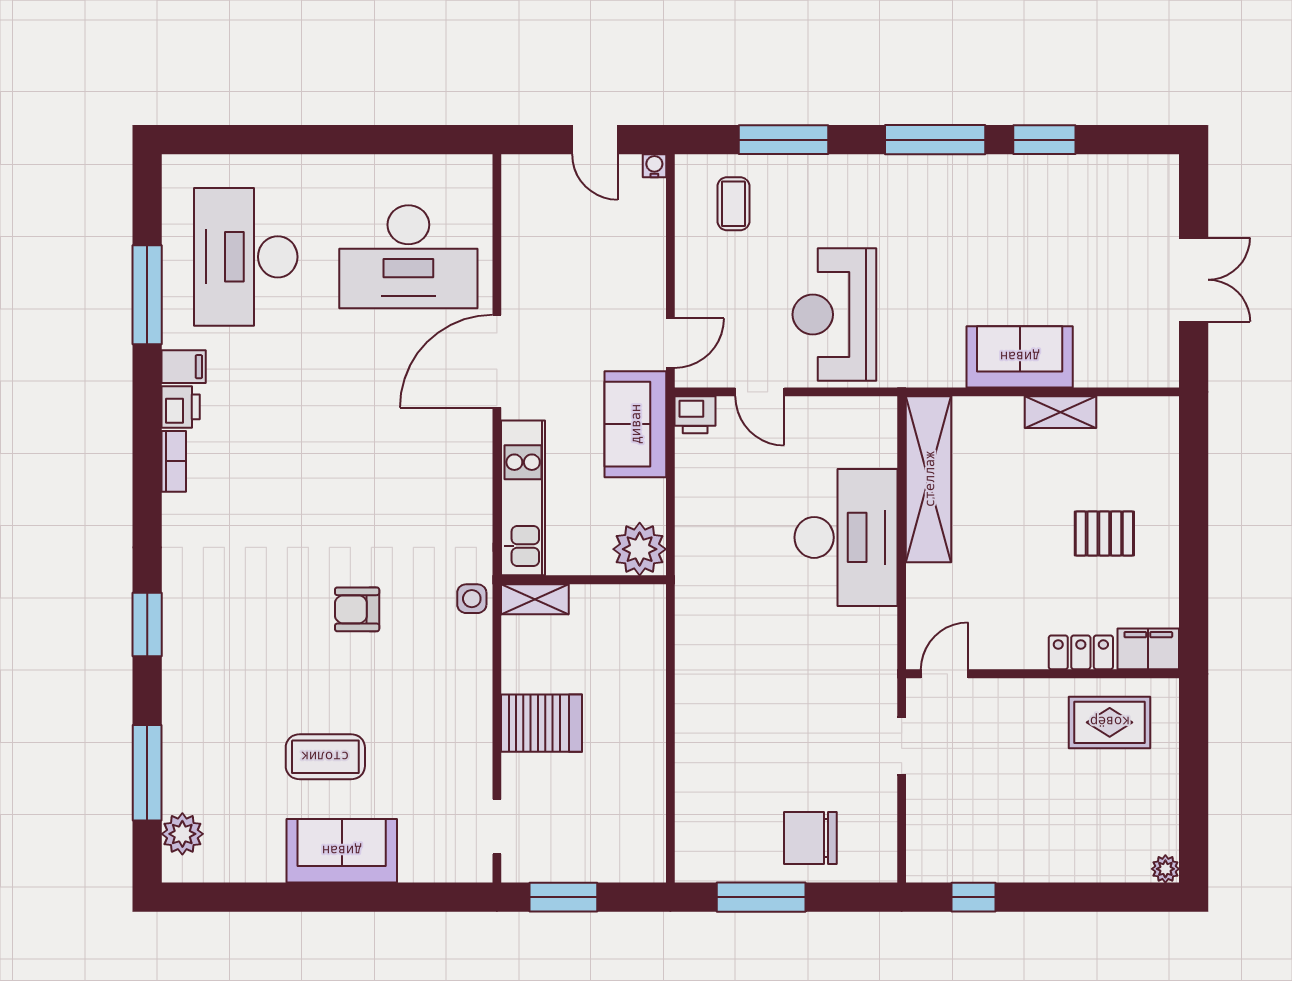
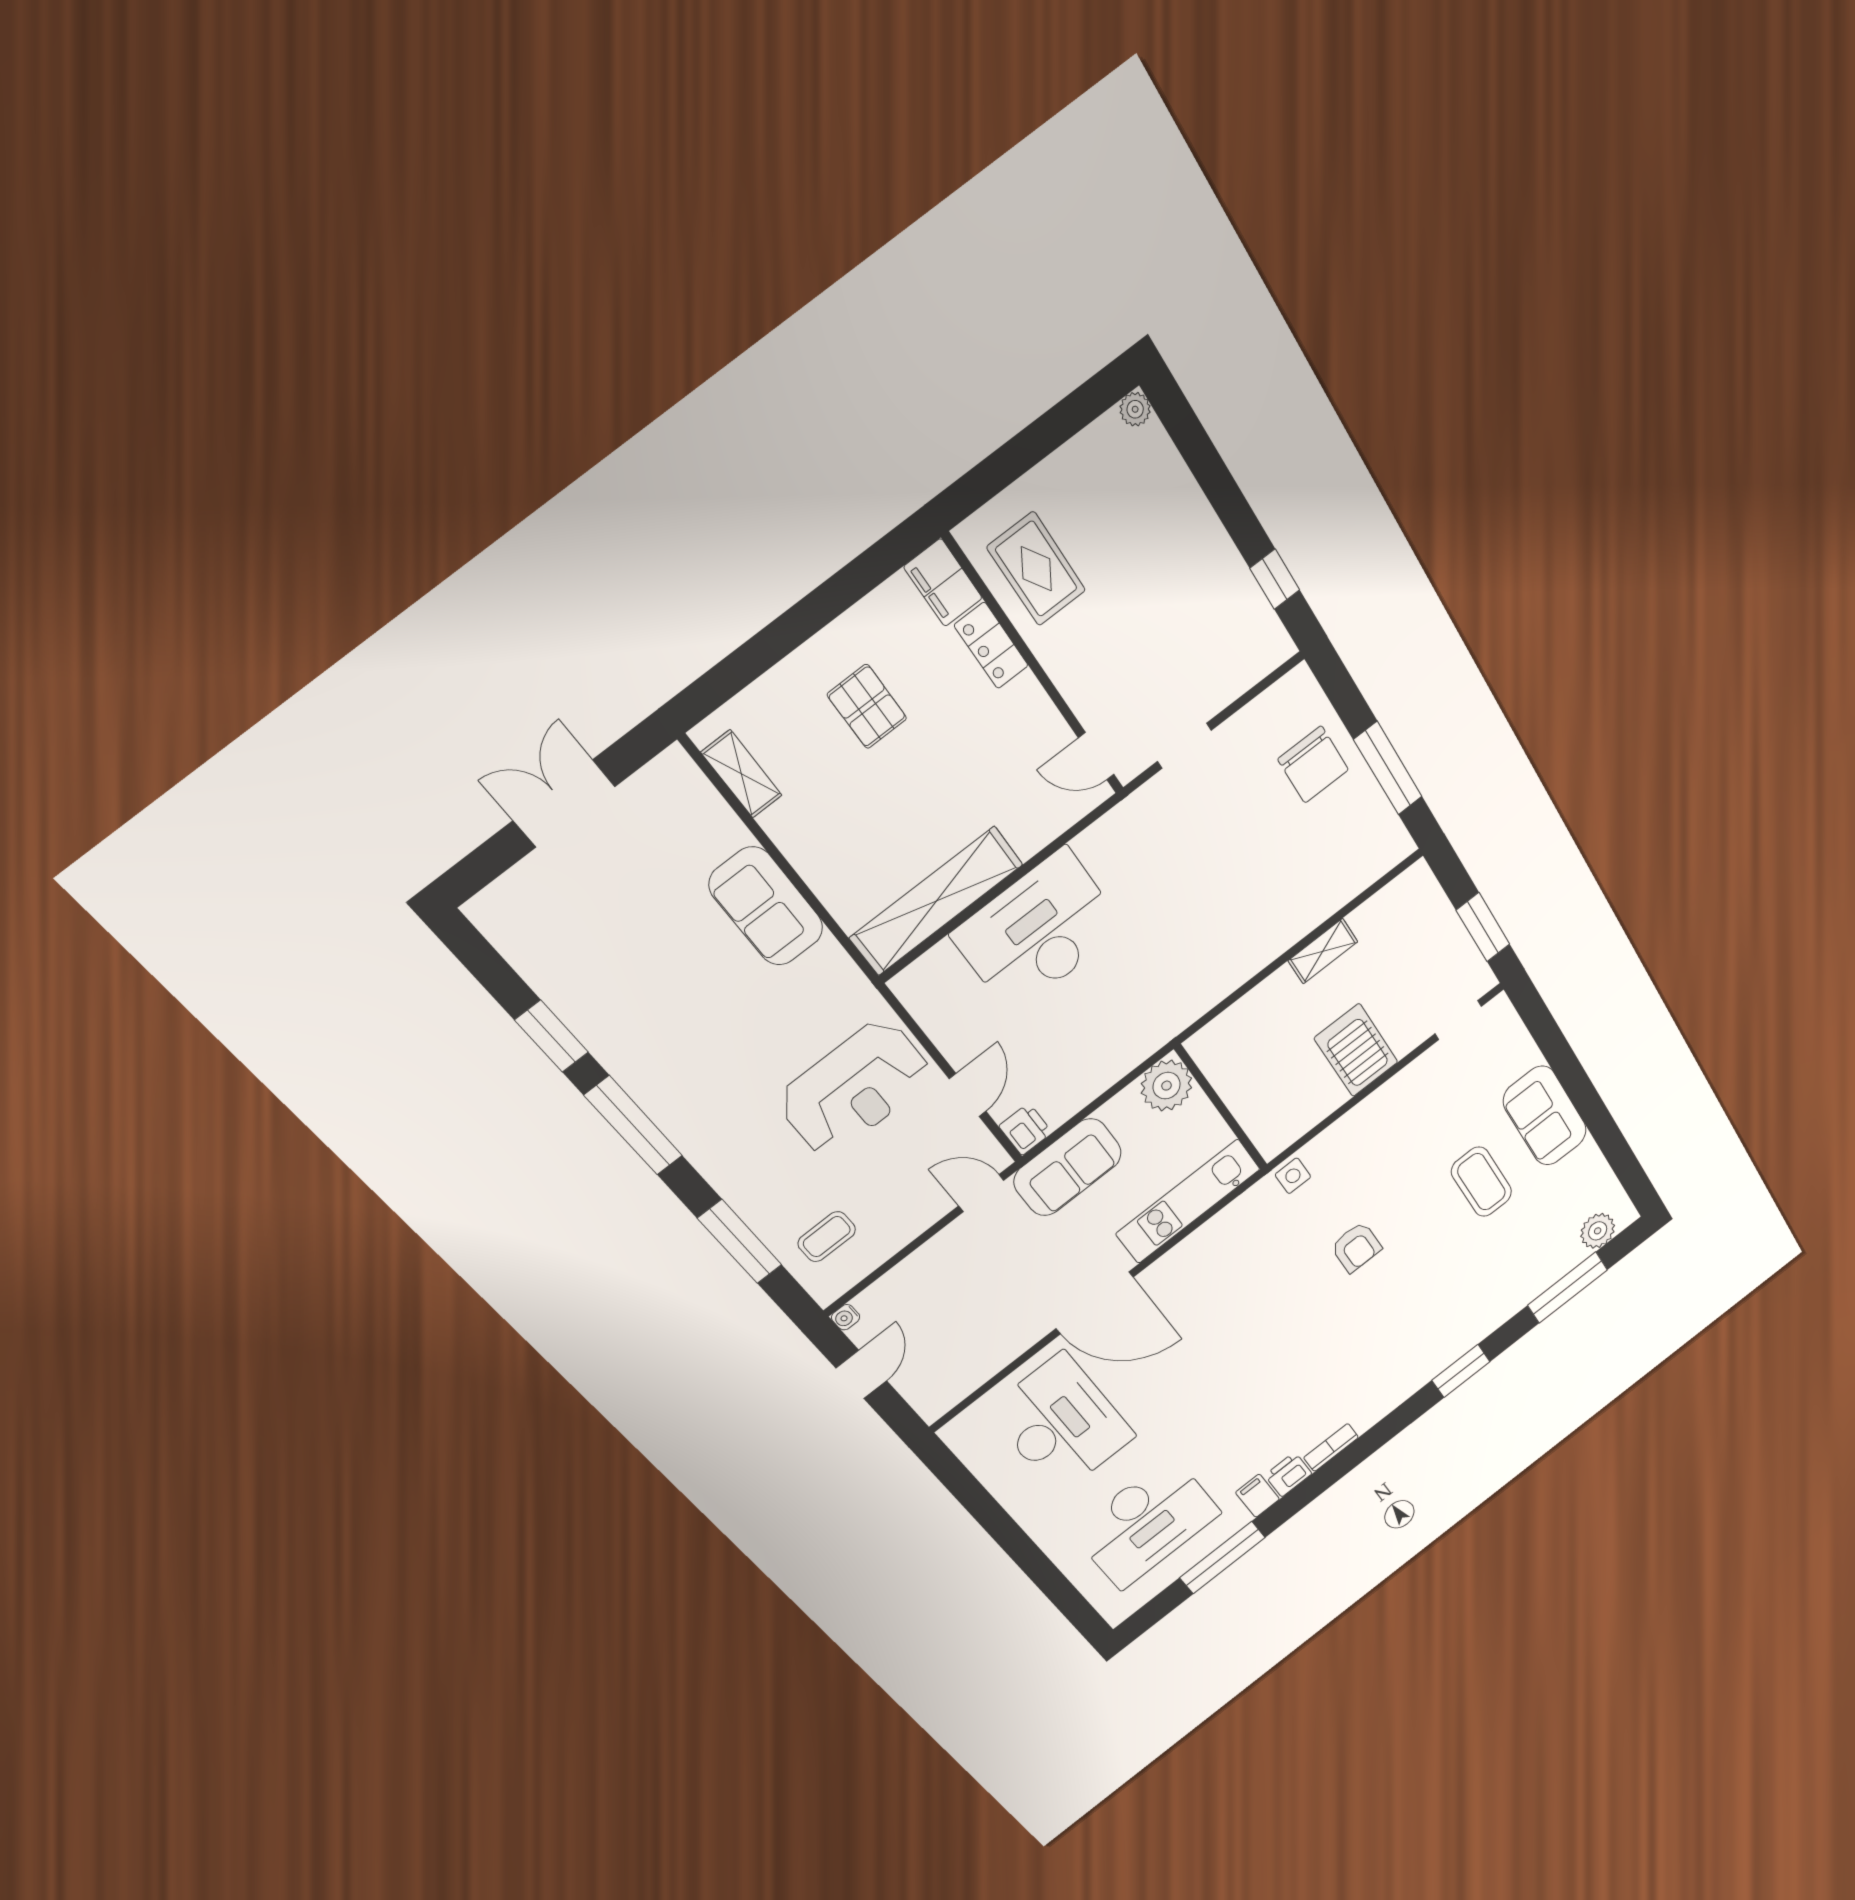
shelving: (1061, 412) -> (742, 774), moved
shelving: (535, 599) -> (1323, 951), moved, turned 90

